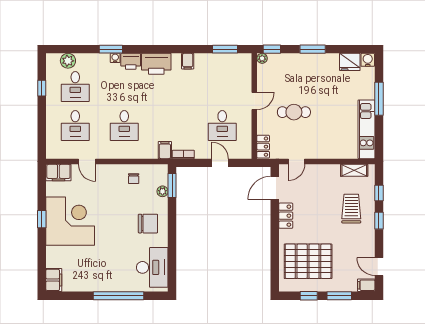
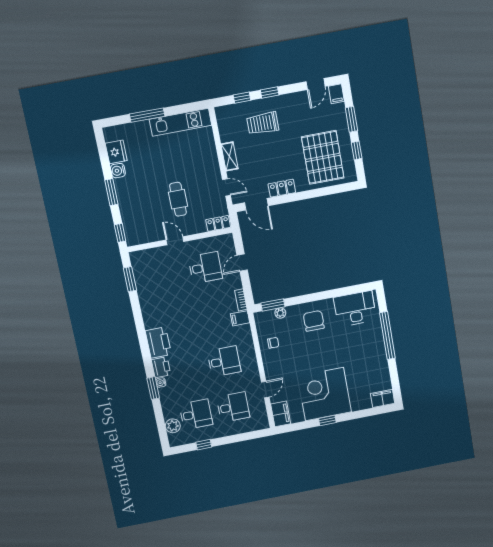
plant: (262, 58) -> (131, 241), removed
water cooler: (368, 60) -> (118, 171), moved
filing cabinet: (188, 61) -> (149, 313), removed
shelving: (354, 170) -> (230, 156), moved

